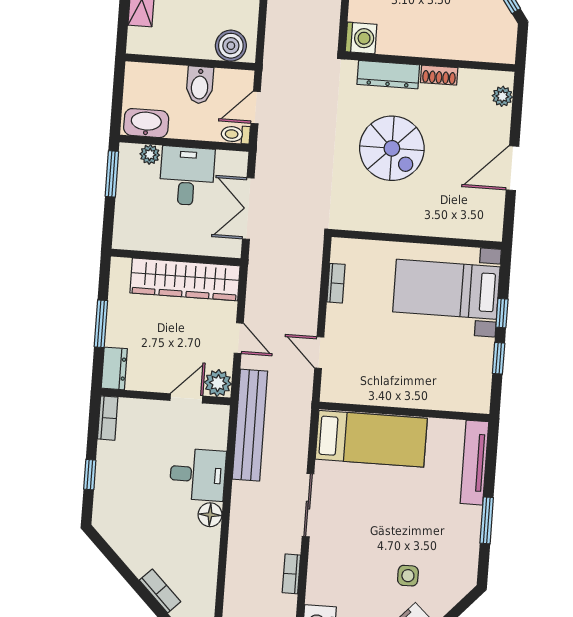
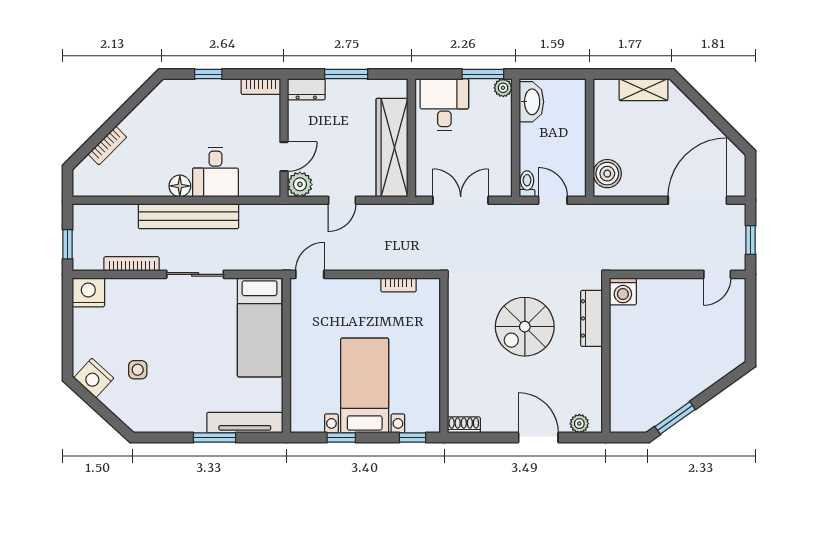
shoe rack: (439, 75) -> (464, 425), moved, turned 90
bidet: (200, 85) -> (569, 148), removed
plant: (150, 154) -> (503, 88), moved
door: (513, 168) -> (538, 438), moved
desk: (187, 176) -> (444, 105), moved, turned -90
bed with nightstands: (446, 289) -> (365, 386), moved
window: (502, 313) -> (413, 438), moved
door: (319, 353) -> (310, 274), moved
door: (186, 398) -> (284, 157), hinge flipped
bench: (250, 425) -> (188, 216), moved
window: (487, 520) -> (215, 438), moved
bookcase: (291, 574) -> (132, 264), width x1.56

